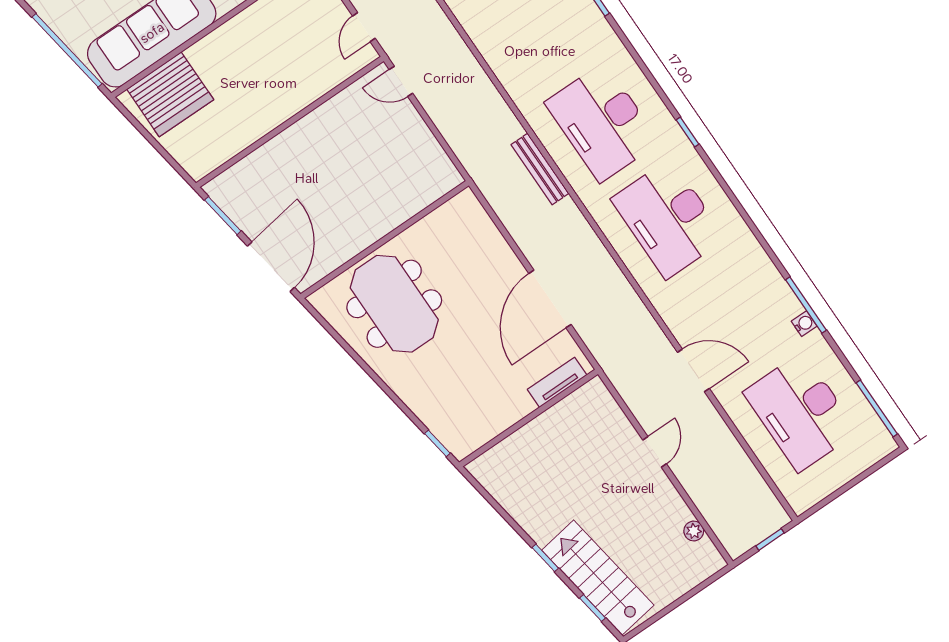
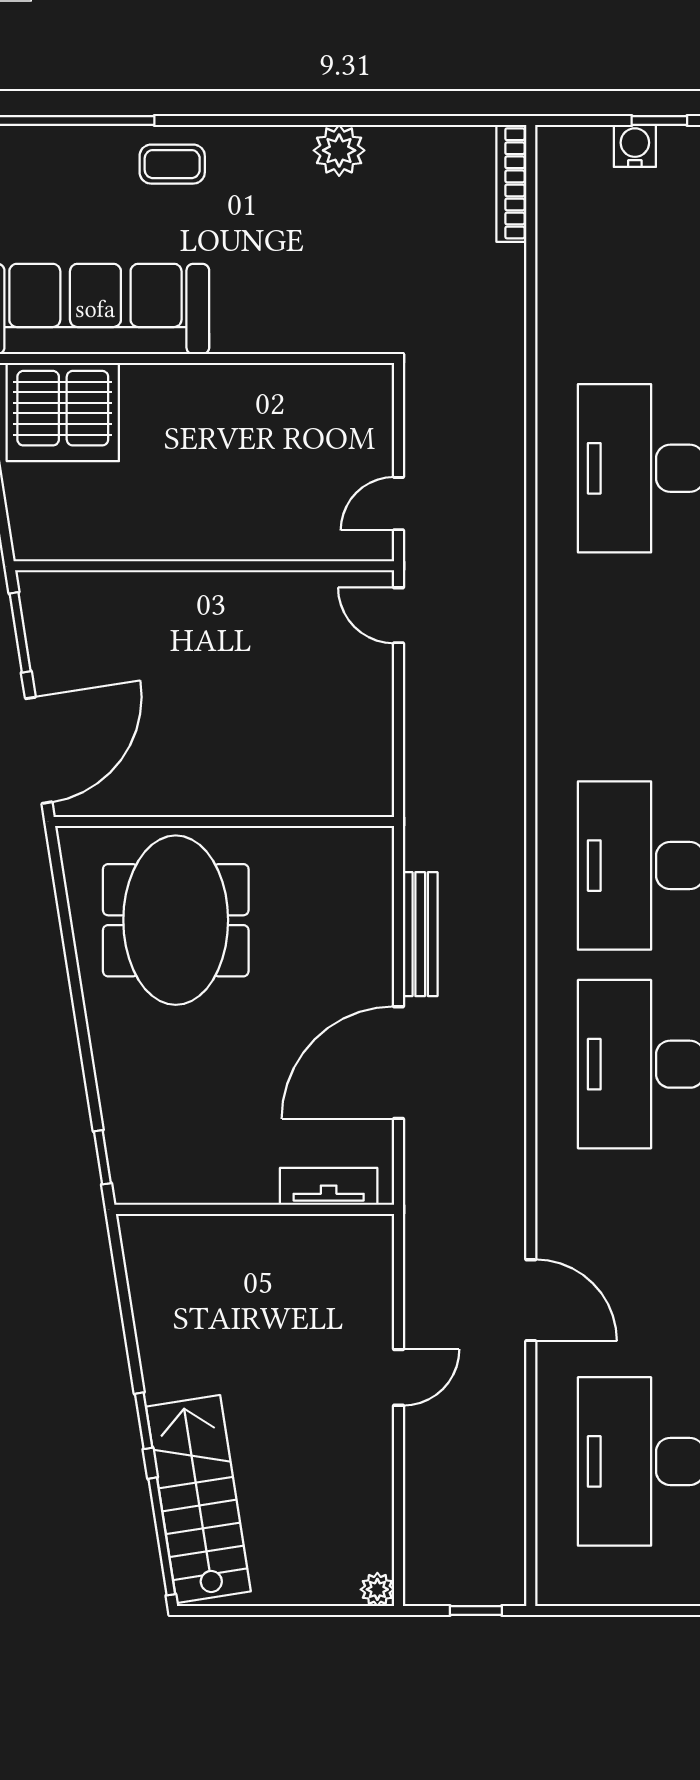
bench: (540, 169) -> (420, 934), moved
plant: (694, 531) -> (377, 1589), moved
window: (593, 608) -> (162, 1536), width x2.17

